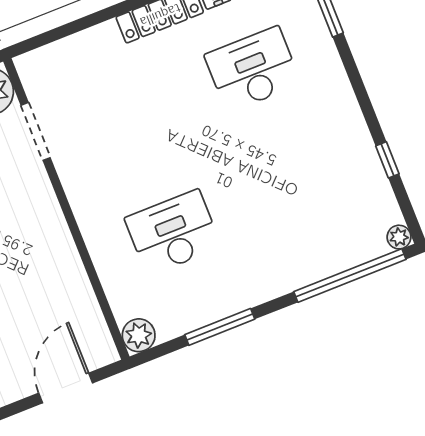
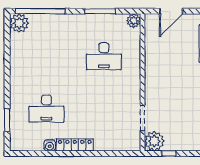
window: (387, 160) -> (7, 51), removed
plant: (399, 237) -> (19, 23), width x1.88, depth x1.88

